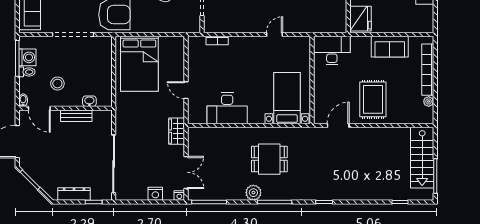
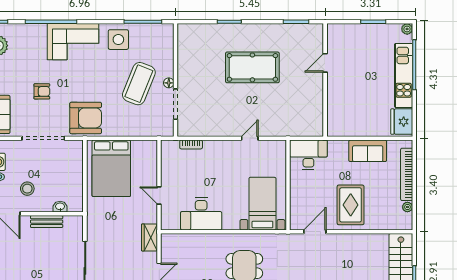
fridge: (360, 19) -> (402, 122), moved, turned 180

